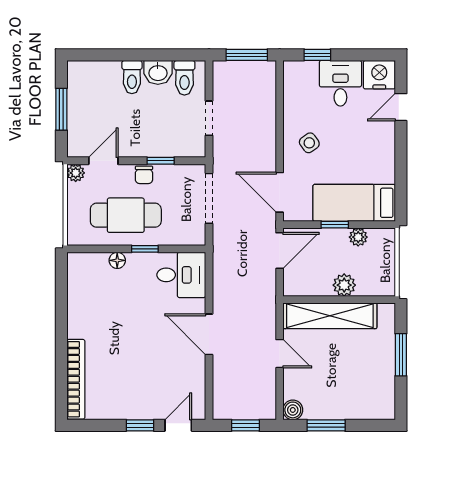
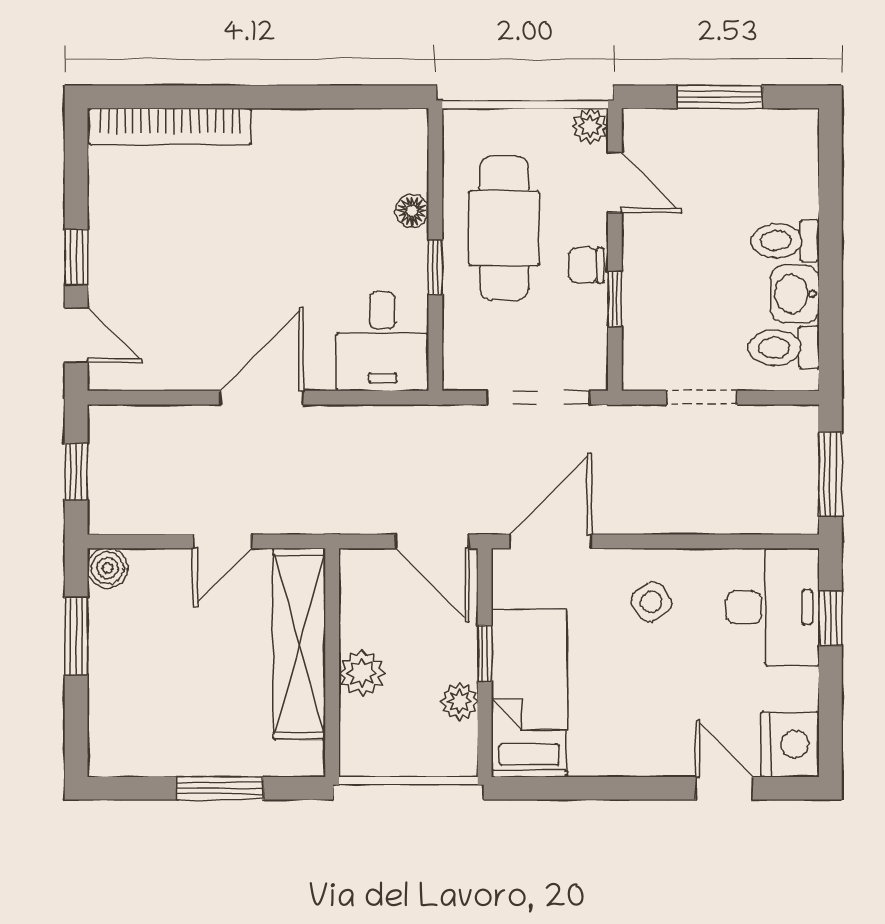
desk: (340, 83) -> (773, 607), moved, width x1.37

